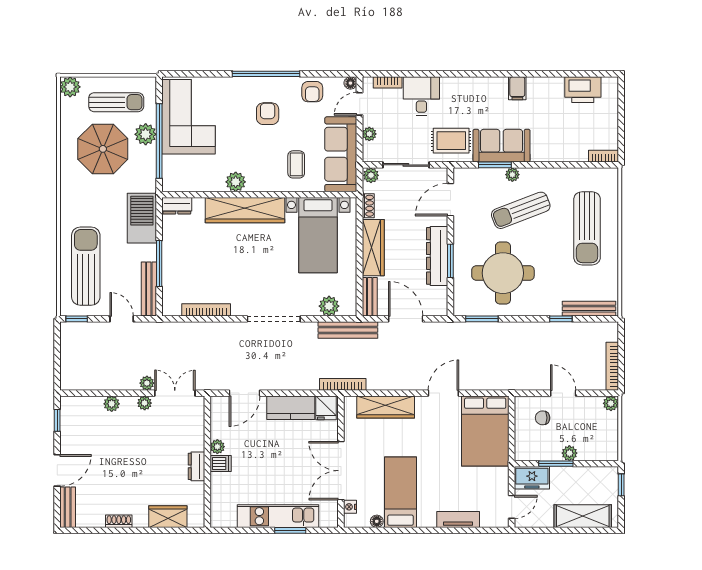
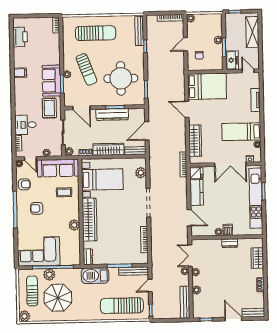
bench: (348, 330) -> (185, 302), moved
kitchen unit: (278, 516) -> (256, 198), width x1.36

